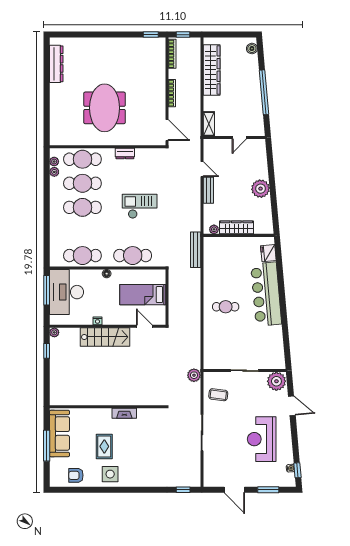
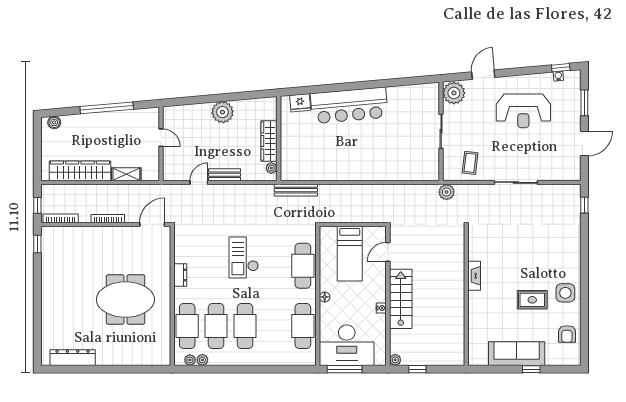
shelving: (209, 124) -> (126, 174), moved
cafe table: (226, 307) -> (364, 154), removed
wall: (108, 407) -> (466, 296), moved
fireplace: (124, 413) -> (474, 276), moved
window: (47, 446) -> (531, 369), width x0.46

